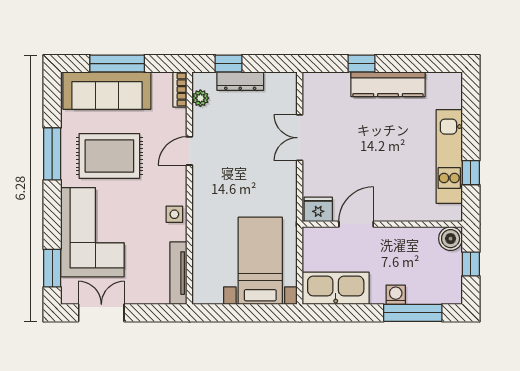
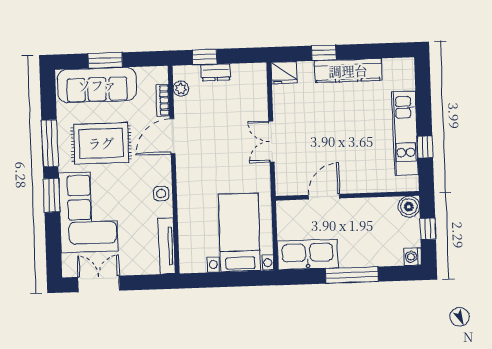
window: (117, 64) -> (105, 60), width x0.69
dresser: (240, 81) -> (216, 72), width x0.70
bookcase: (180, 90) -> (163, 100), moved
double door: (300, 138) -> (271, 142), moved
door: (189, 151) -> (173, 136), width x1.38
fridge: (318, 209) -> (284, 73), moved, turned 180
window: (52, 268) -> (52, 195), moved
washing machine: (396, 295) -> (413, 257), moved, turned -90
window: (413, 313) -> (352, 275), moved

